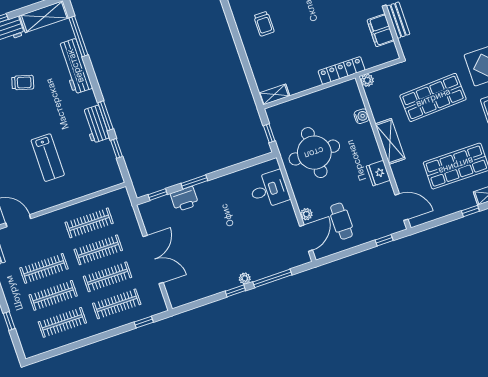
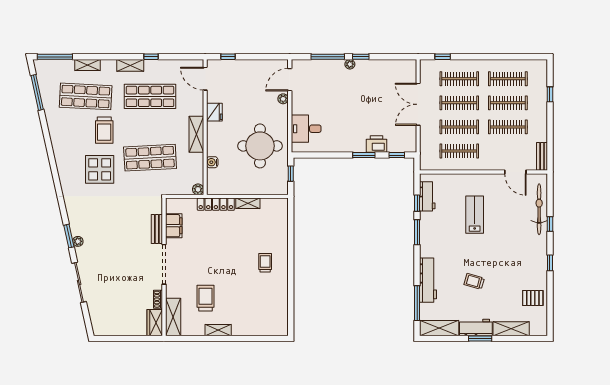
shelving: (274, 94) -> (248, 203), moved
workbench: (96, 124) -> (427, 196), moved
cafe table: (341, 221) -> (257, 84), removed

